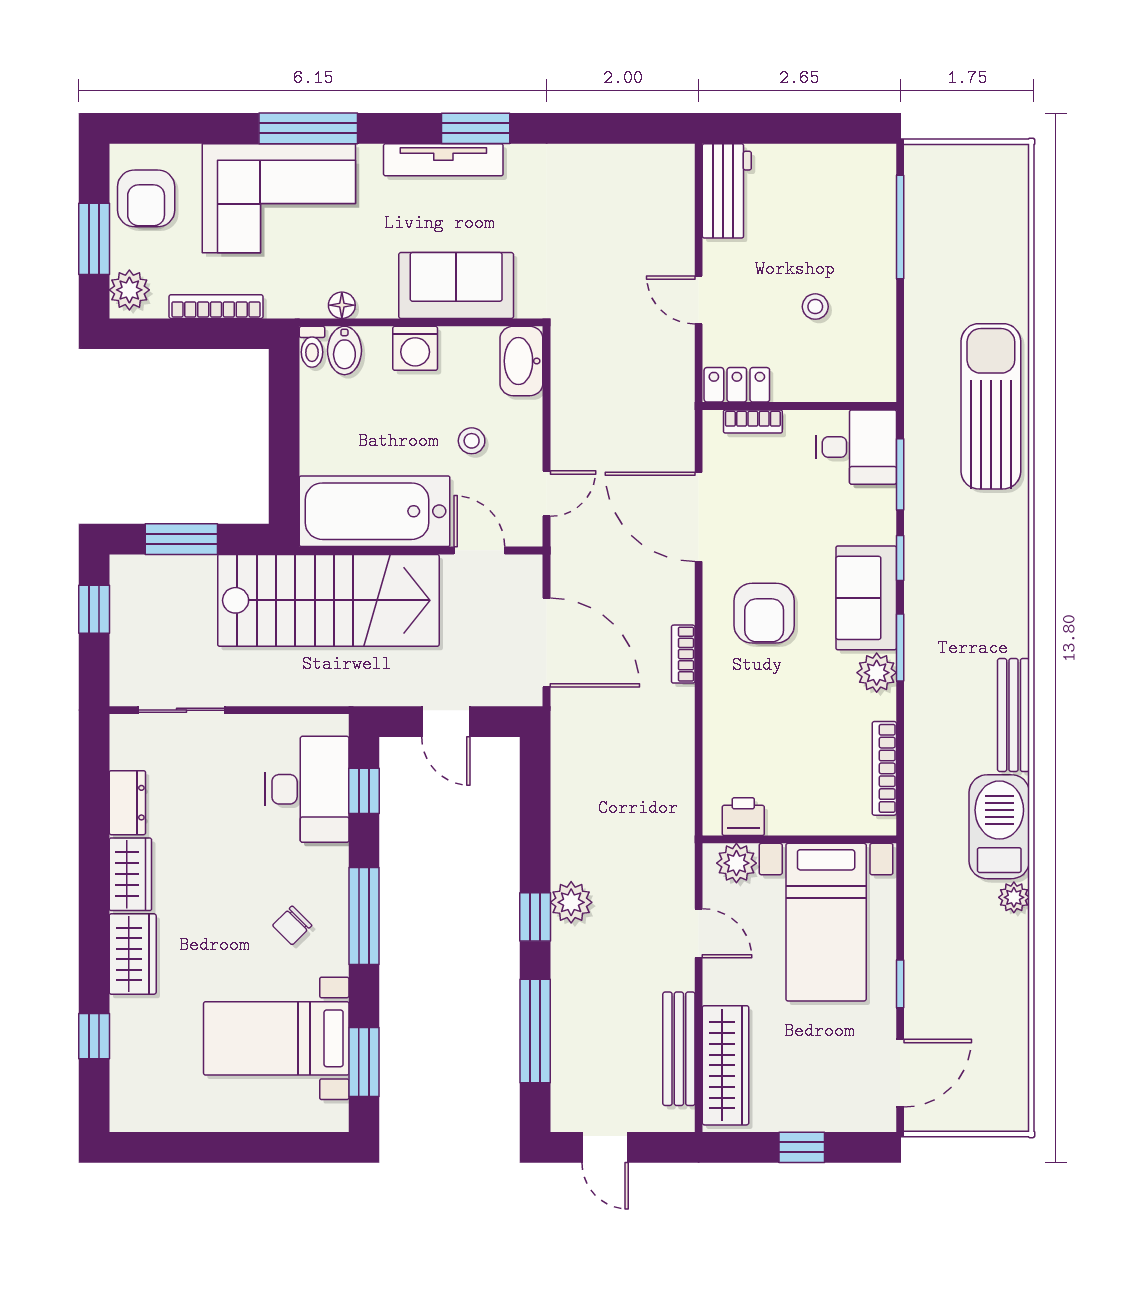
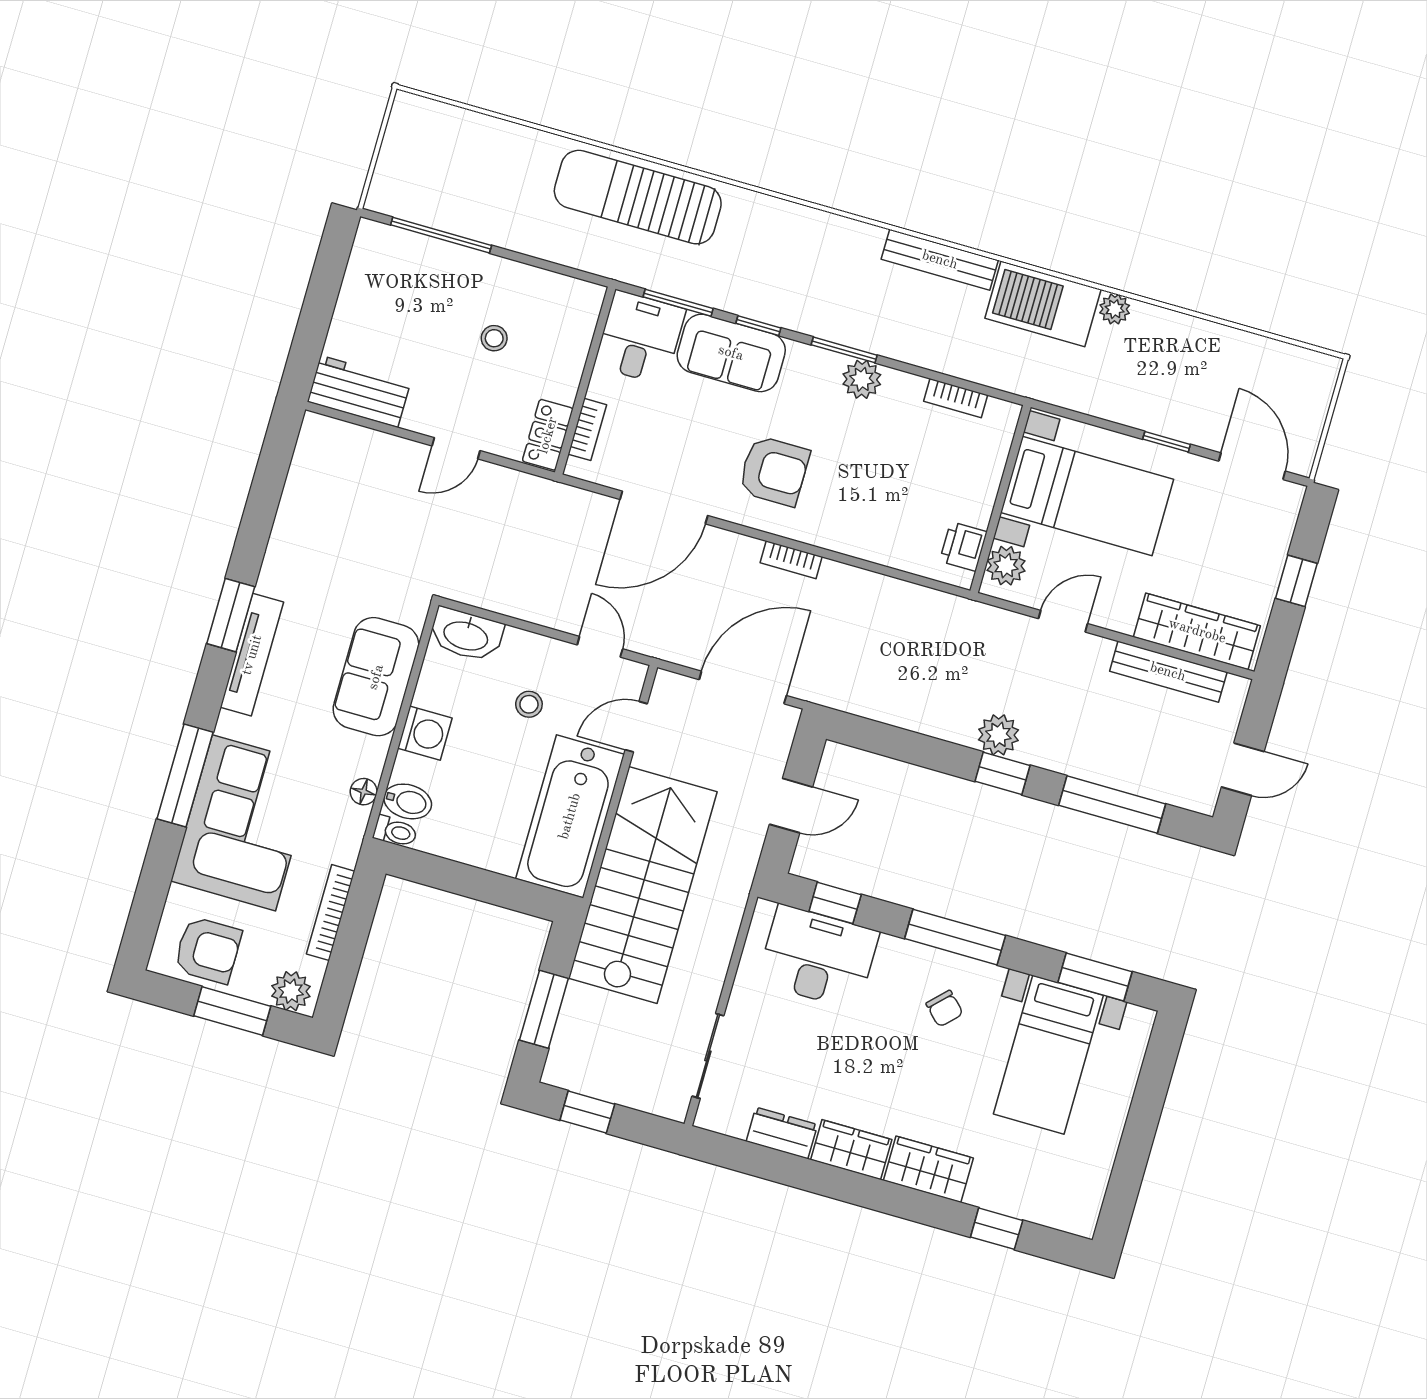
sofa: (866, 598) -> (731, 353), moved
bookcase: (884, 768) -> (956, 398), width x0.64

